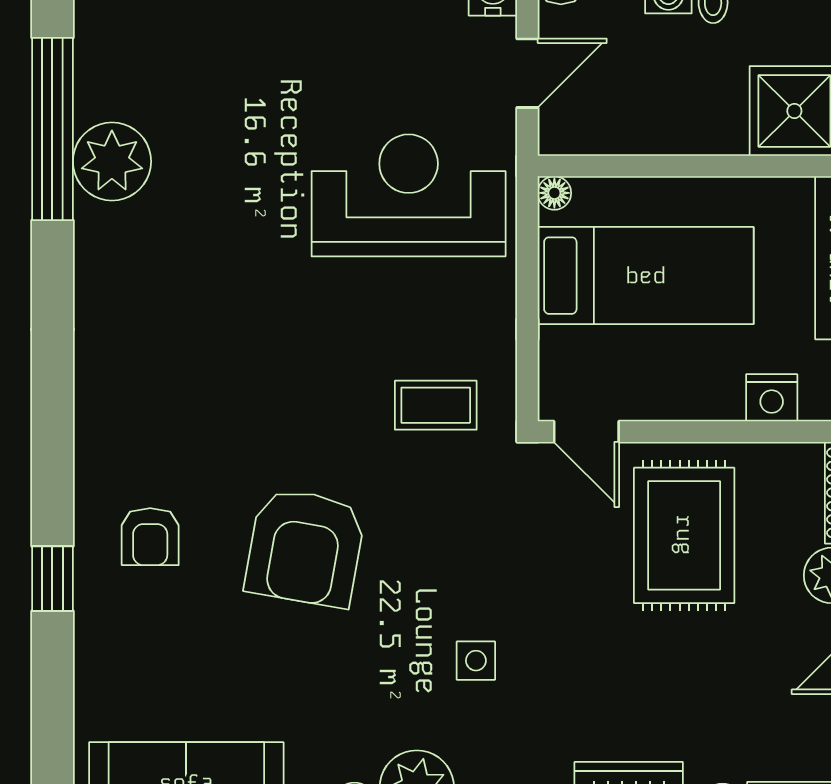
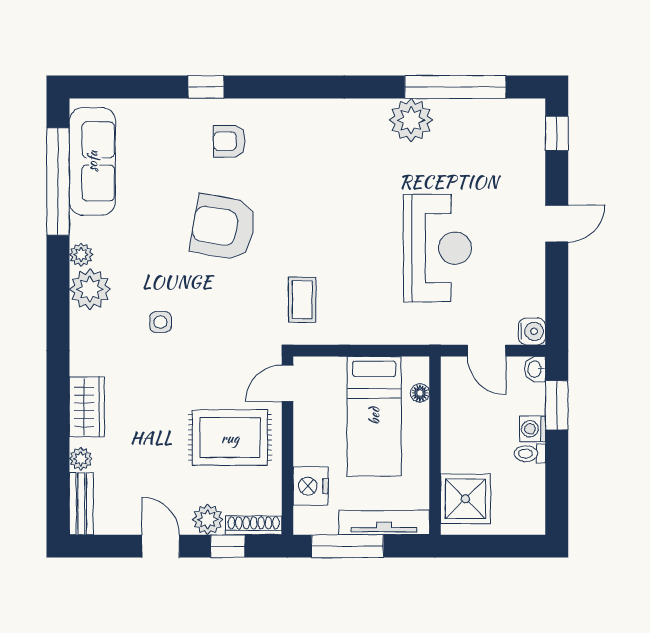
plant: (112, 161) -> (411, 120), moved
floor lamp: (554, 193) -> (420, 393), moved
reception desk: (409, 195) -> (437, 248), moved
nightstand: (772, 398) -> (311, 486), width x1.36, depth x1.33

